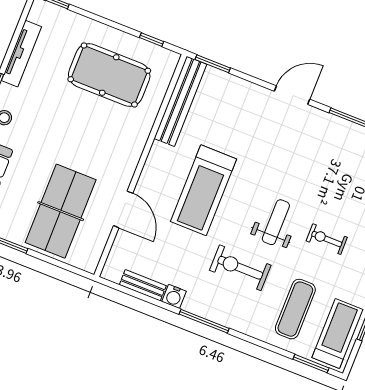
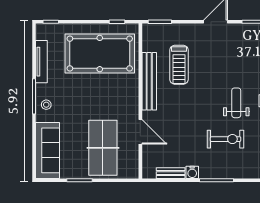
pool table: (109, 75) -> (100, 54), width x1.36, depth x1.32
bench: (180, 101) -> (149, 81), moved
treadmill: (204, 190) -> (179, 65), moved, width x0.73, depth x0.73
exercise bike: (240, 268) -> (226, 139), turned 180

